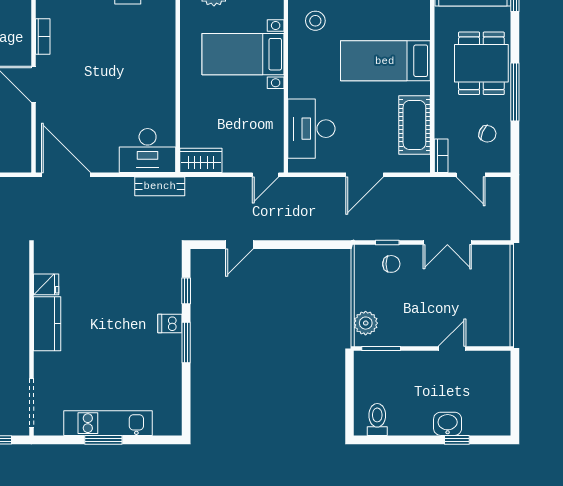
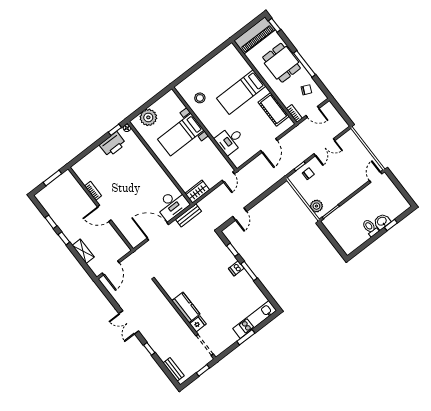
desk: (311, 129) -> (230, 140), width x0.73
door: (66, 175) -> (158, 231), moved
fridge: (46, 284) -> (198, 324), moved
door: (452, 349) -> (376, 177), moved
toilet: (377, 419) -> (370, 228), moved
kitchen unit: (108, 423) -> (255, 319), moved

